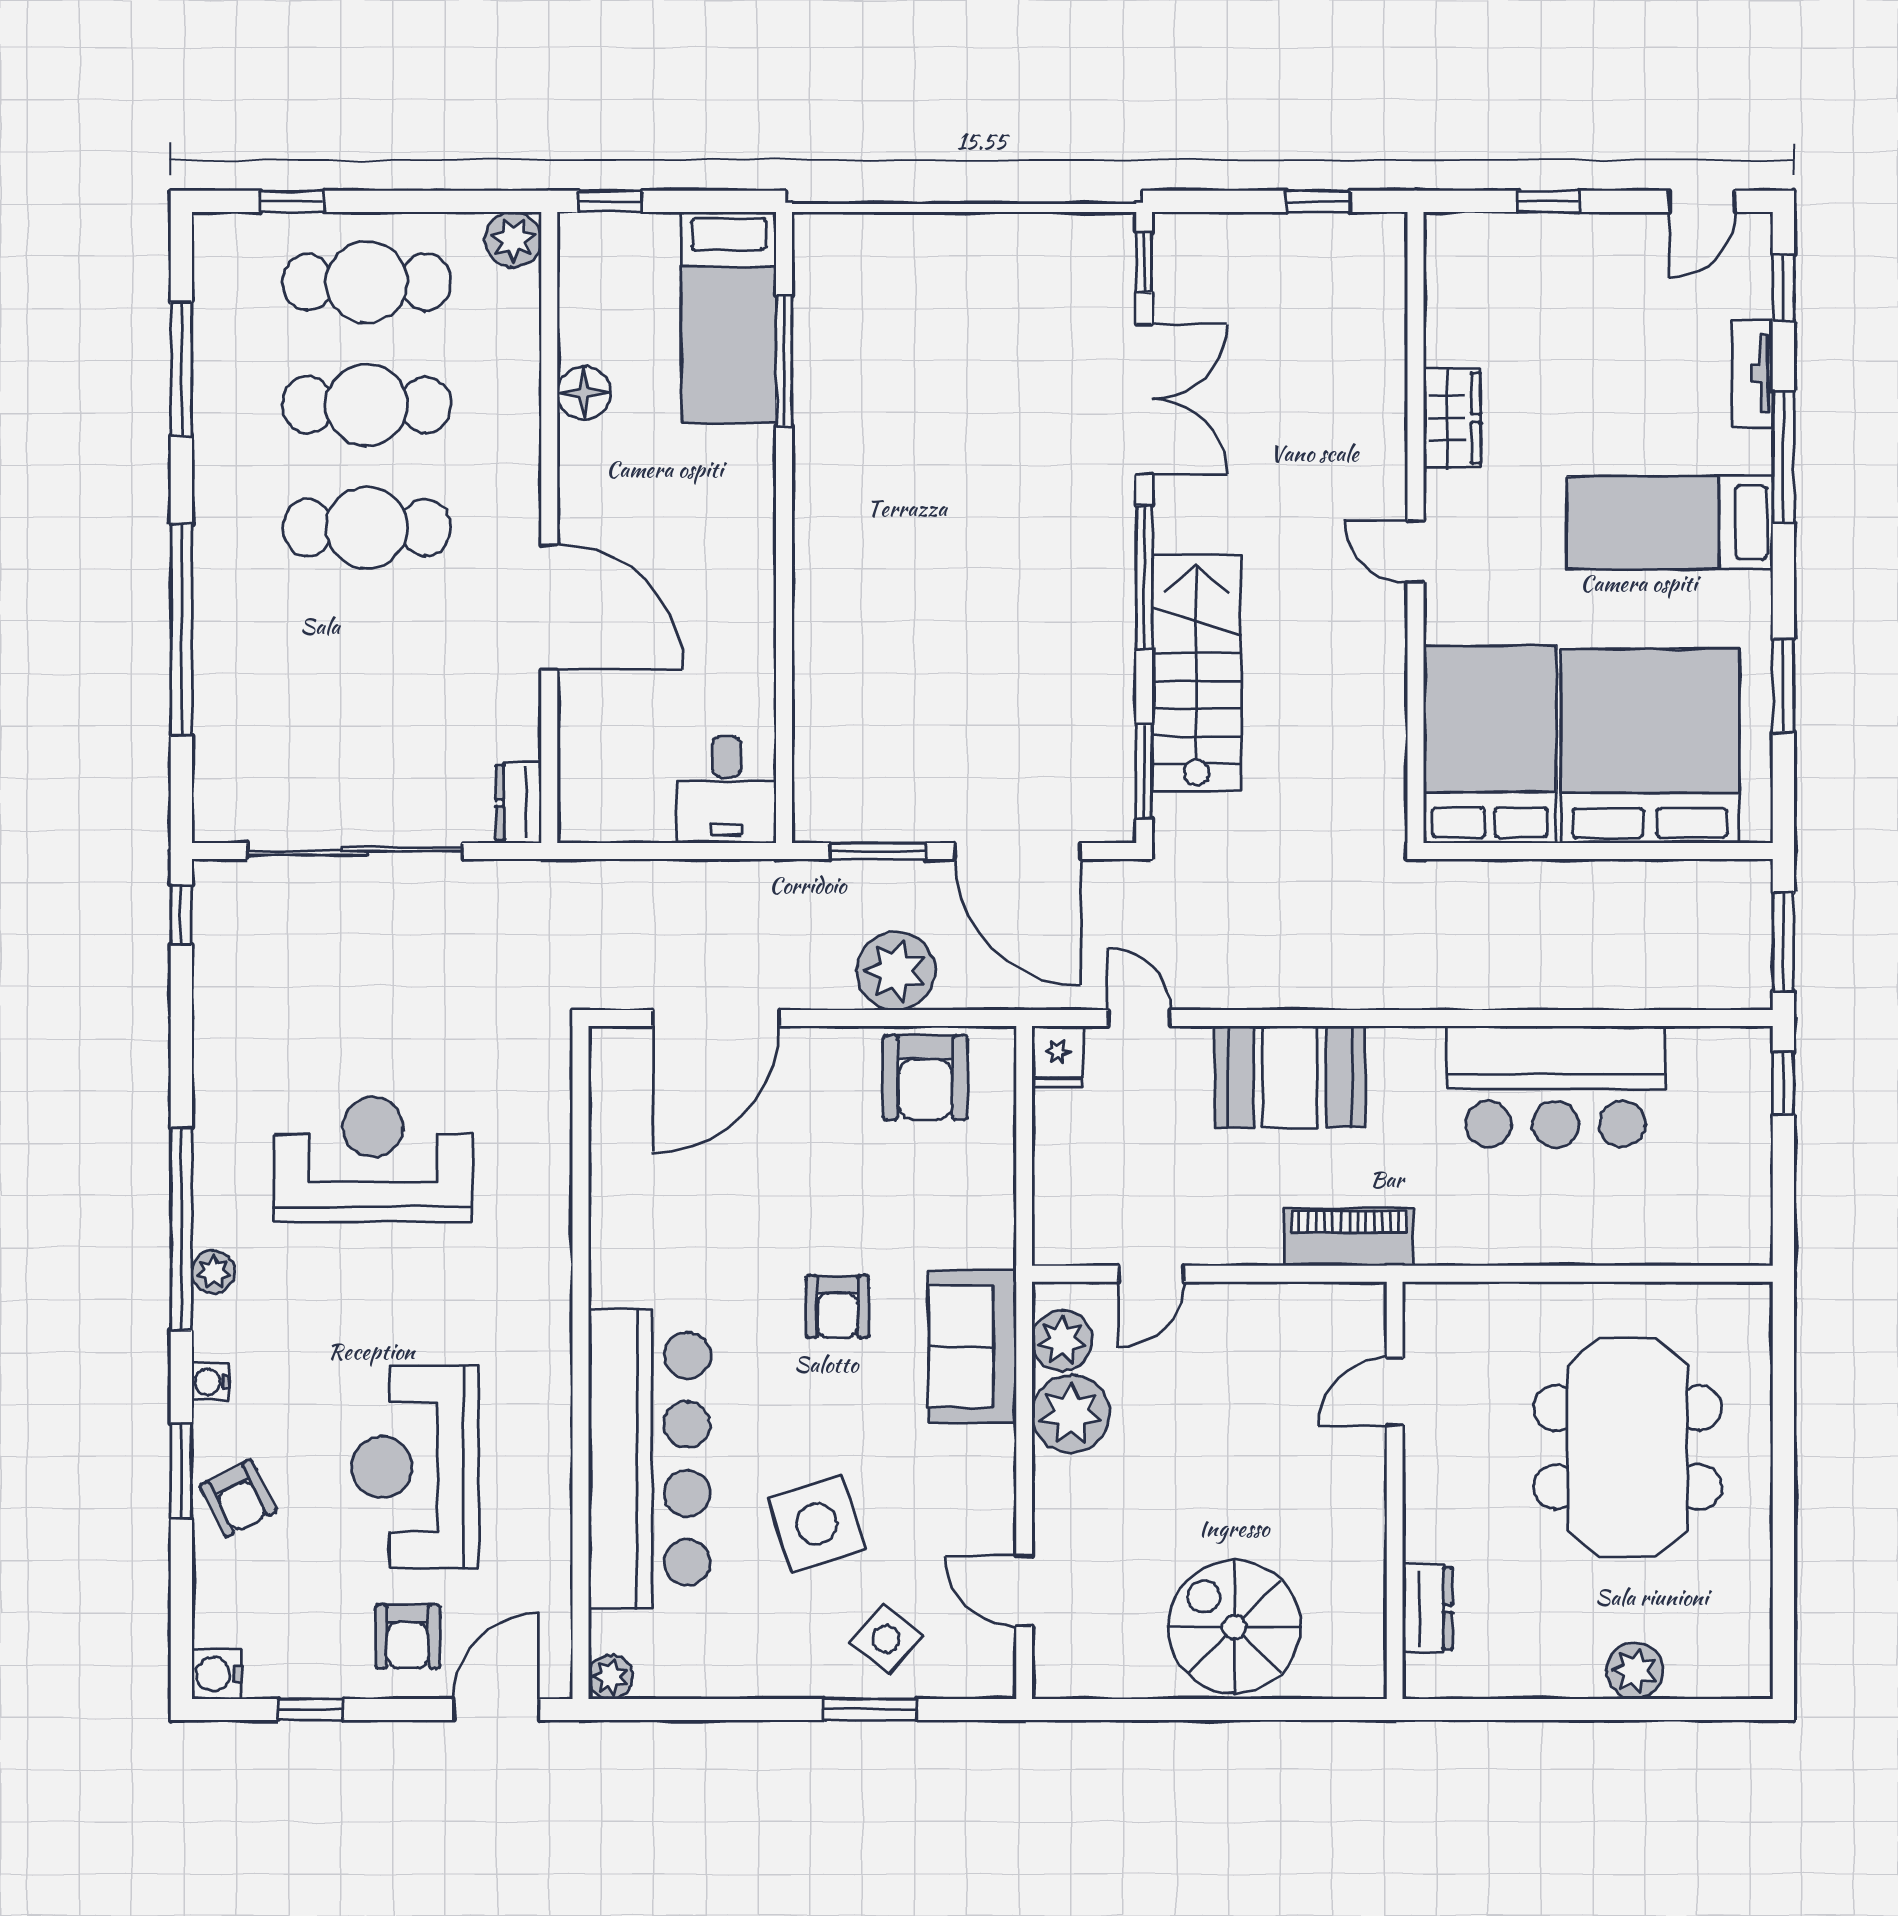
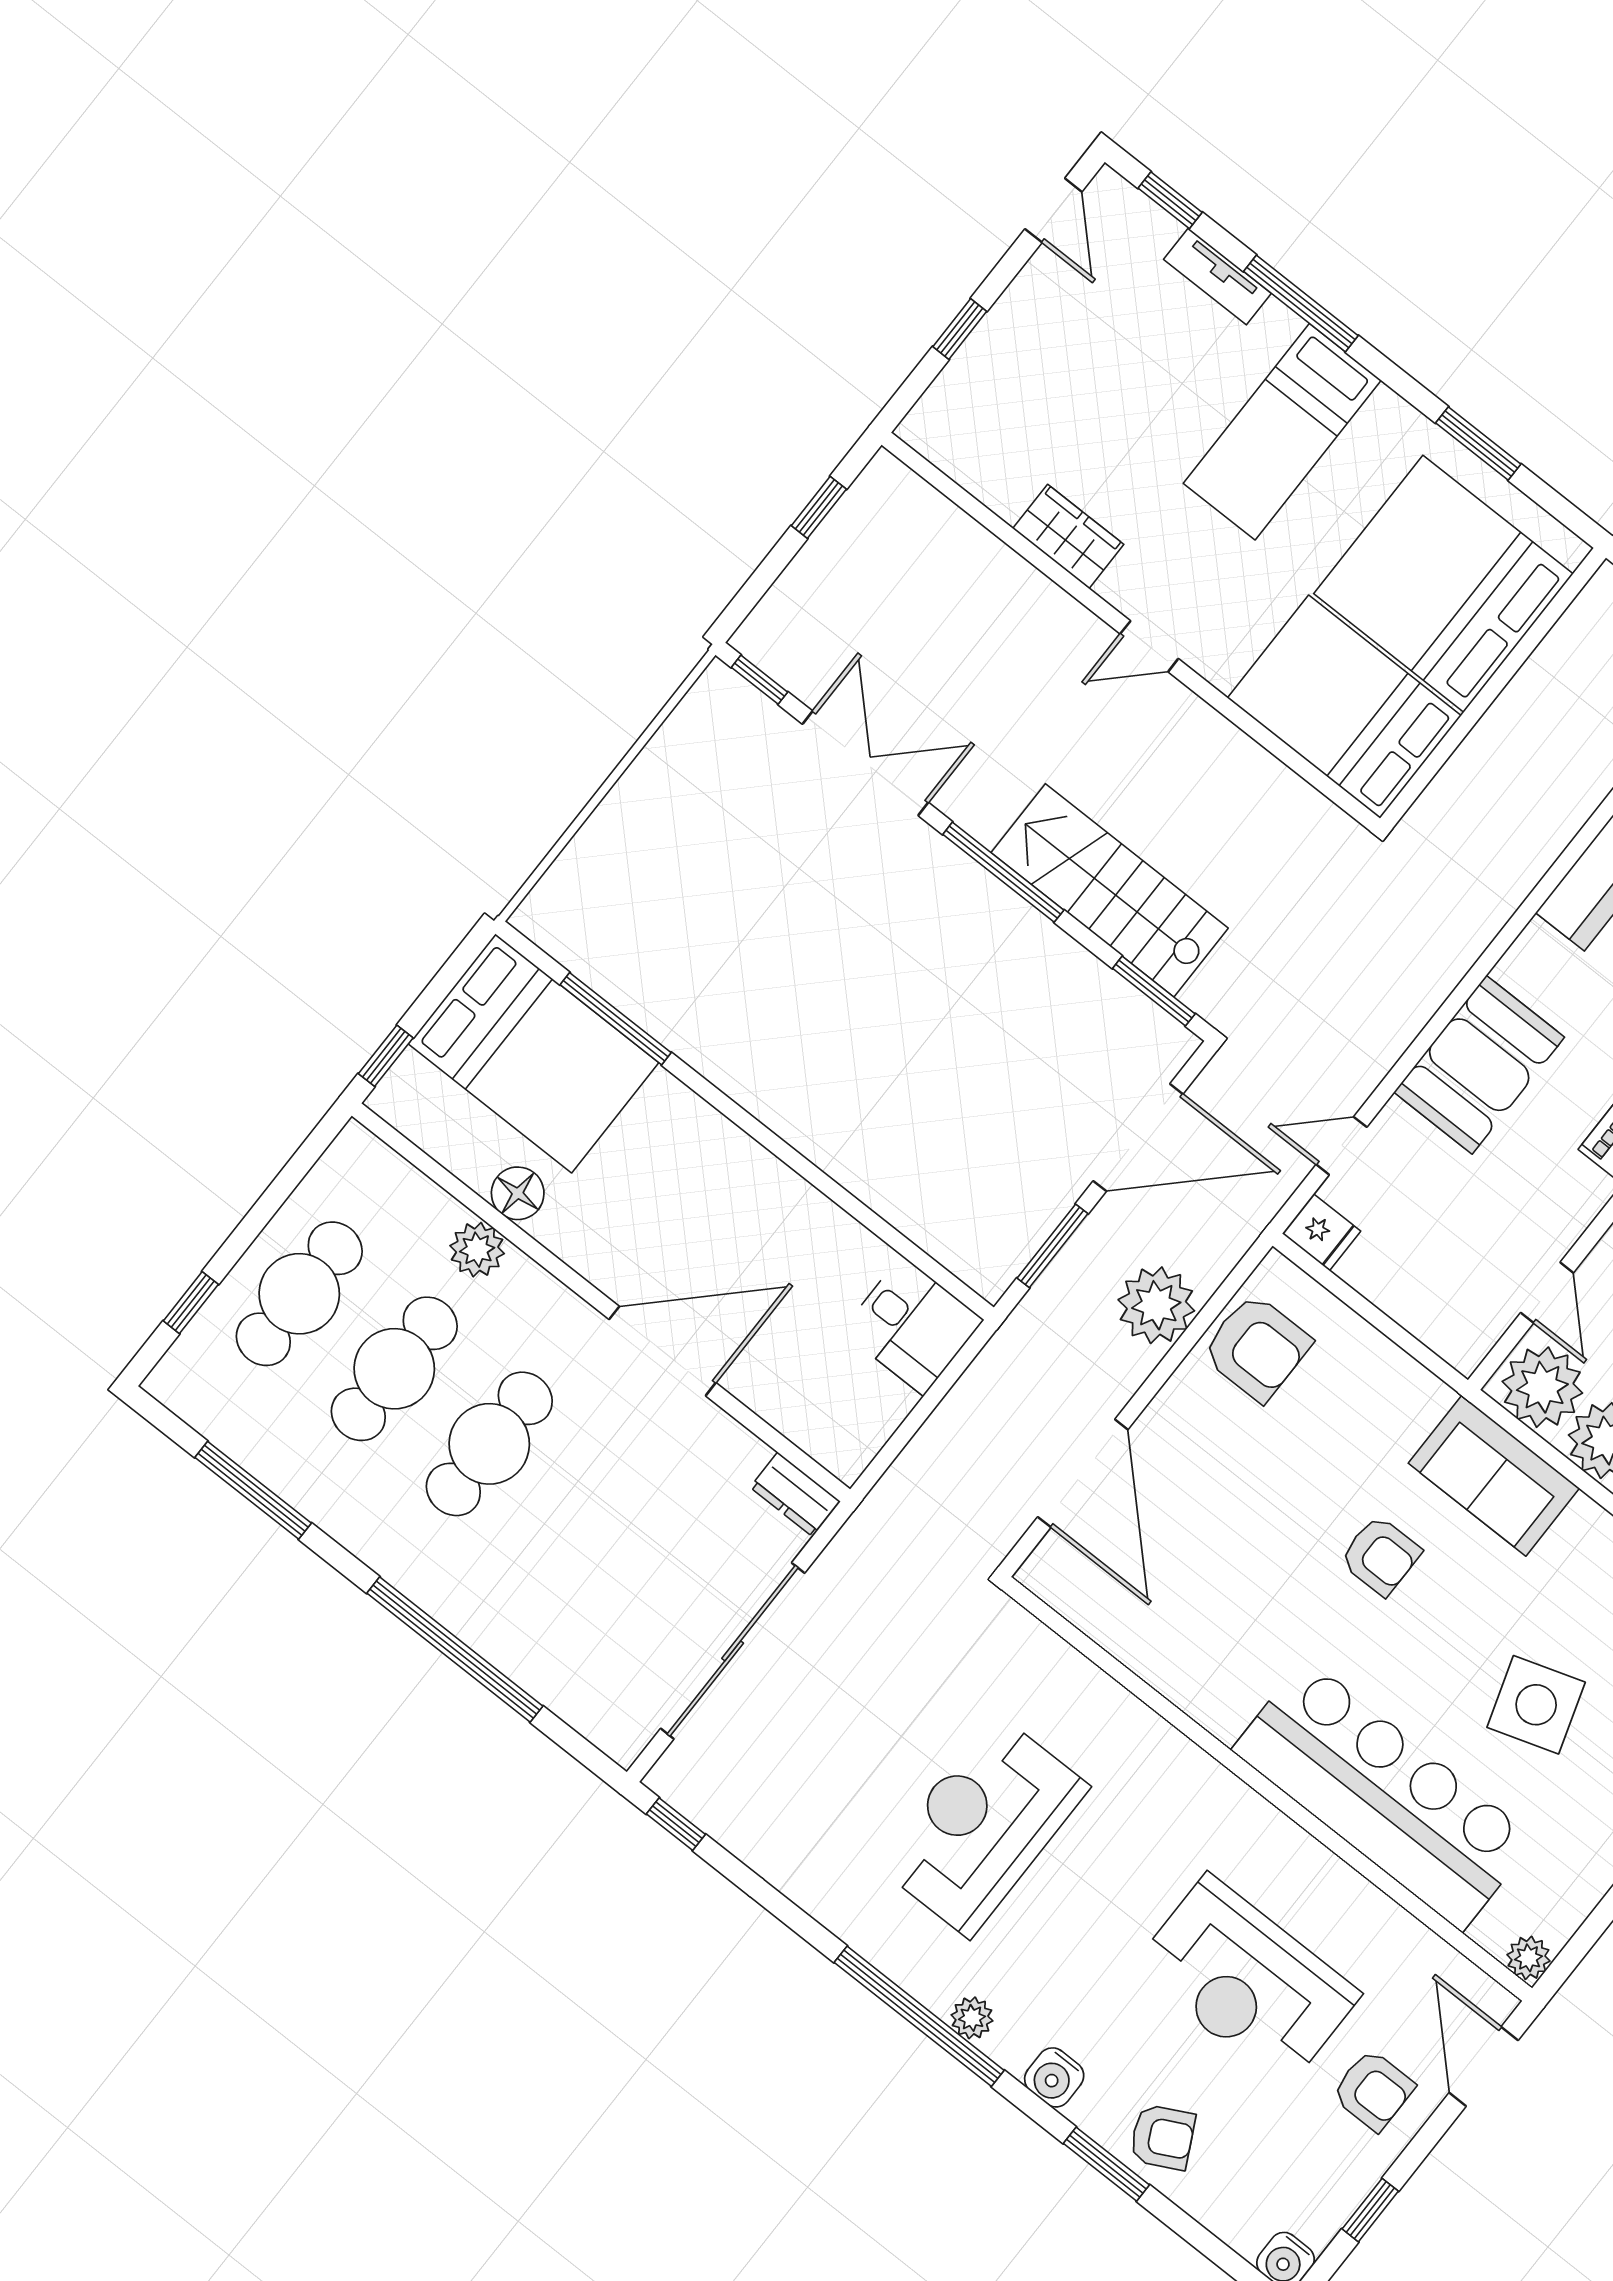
plant: (513, 240) -> (477, 1250), moved
bed: (729, 317) -> (534, 1053), width x1.50
plant: (1062, 1340) -> (1542, 1387), width x1.36, depth x1.36
water cooler: (210, 1382) -> (1054, 2077), width x1.38, depth x1.38

